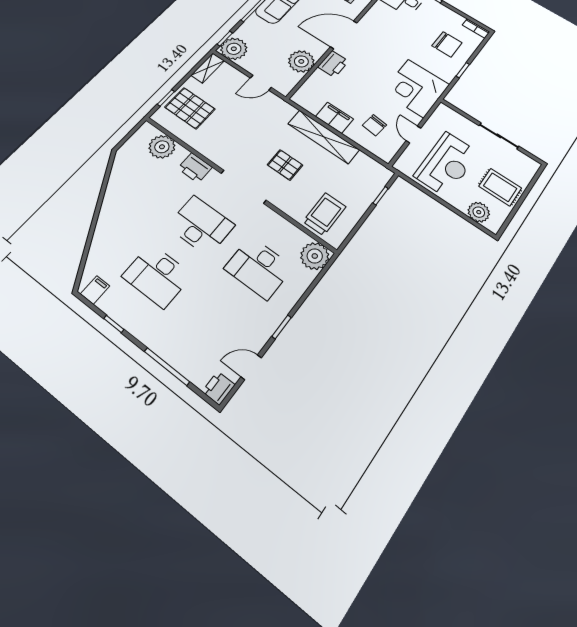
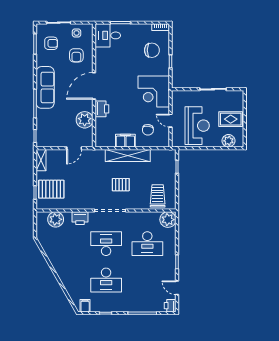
plant: (234, 49) -> (45, 139), removed
door: (251, 367) -> (177, 288), hinge flipped

